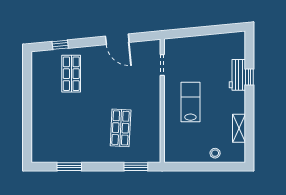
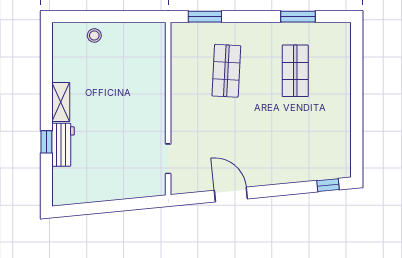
window: (60, 45) -> (328, 185), moved
shop shelf: (71, 74) -> (295, 71), moved
lab bench: (190, 102) -> (129, 107), removed
shelving: (239, 128) -> (61, 102), moved

